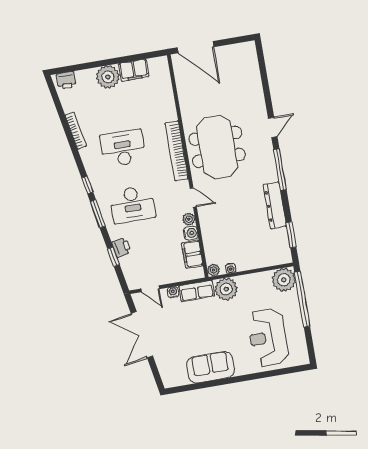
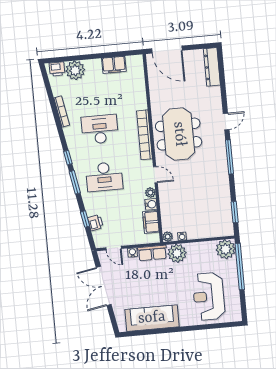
plant: (108, 77) -> (75, 70), moved
dresser: (275, 205) -> (212, 67), moved
printer: (121, 247) -> (95, 223), moved
sofa: (211, 367) -> (152, 318), width x1.36

